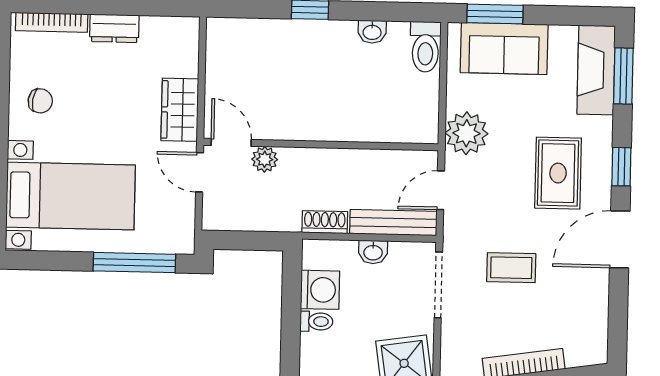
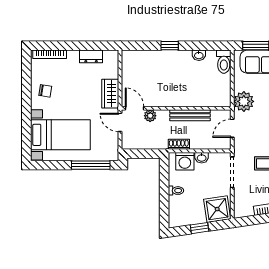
dresser: (114, 28) -> (91, 56), moved
bench: (393, 223) -> (190, 115), moved
washing machine: (320, 290) -> (185, 161), moved, turned 90

